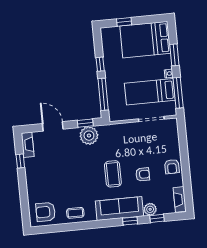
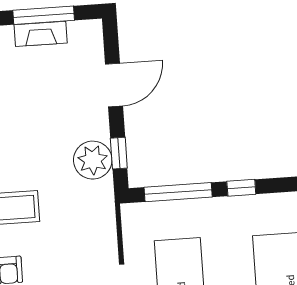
fireplace: (28, 145) -> (41, 34), moved
window: (20, 161) -> (44, 15), width x2.17

